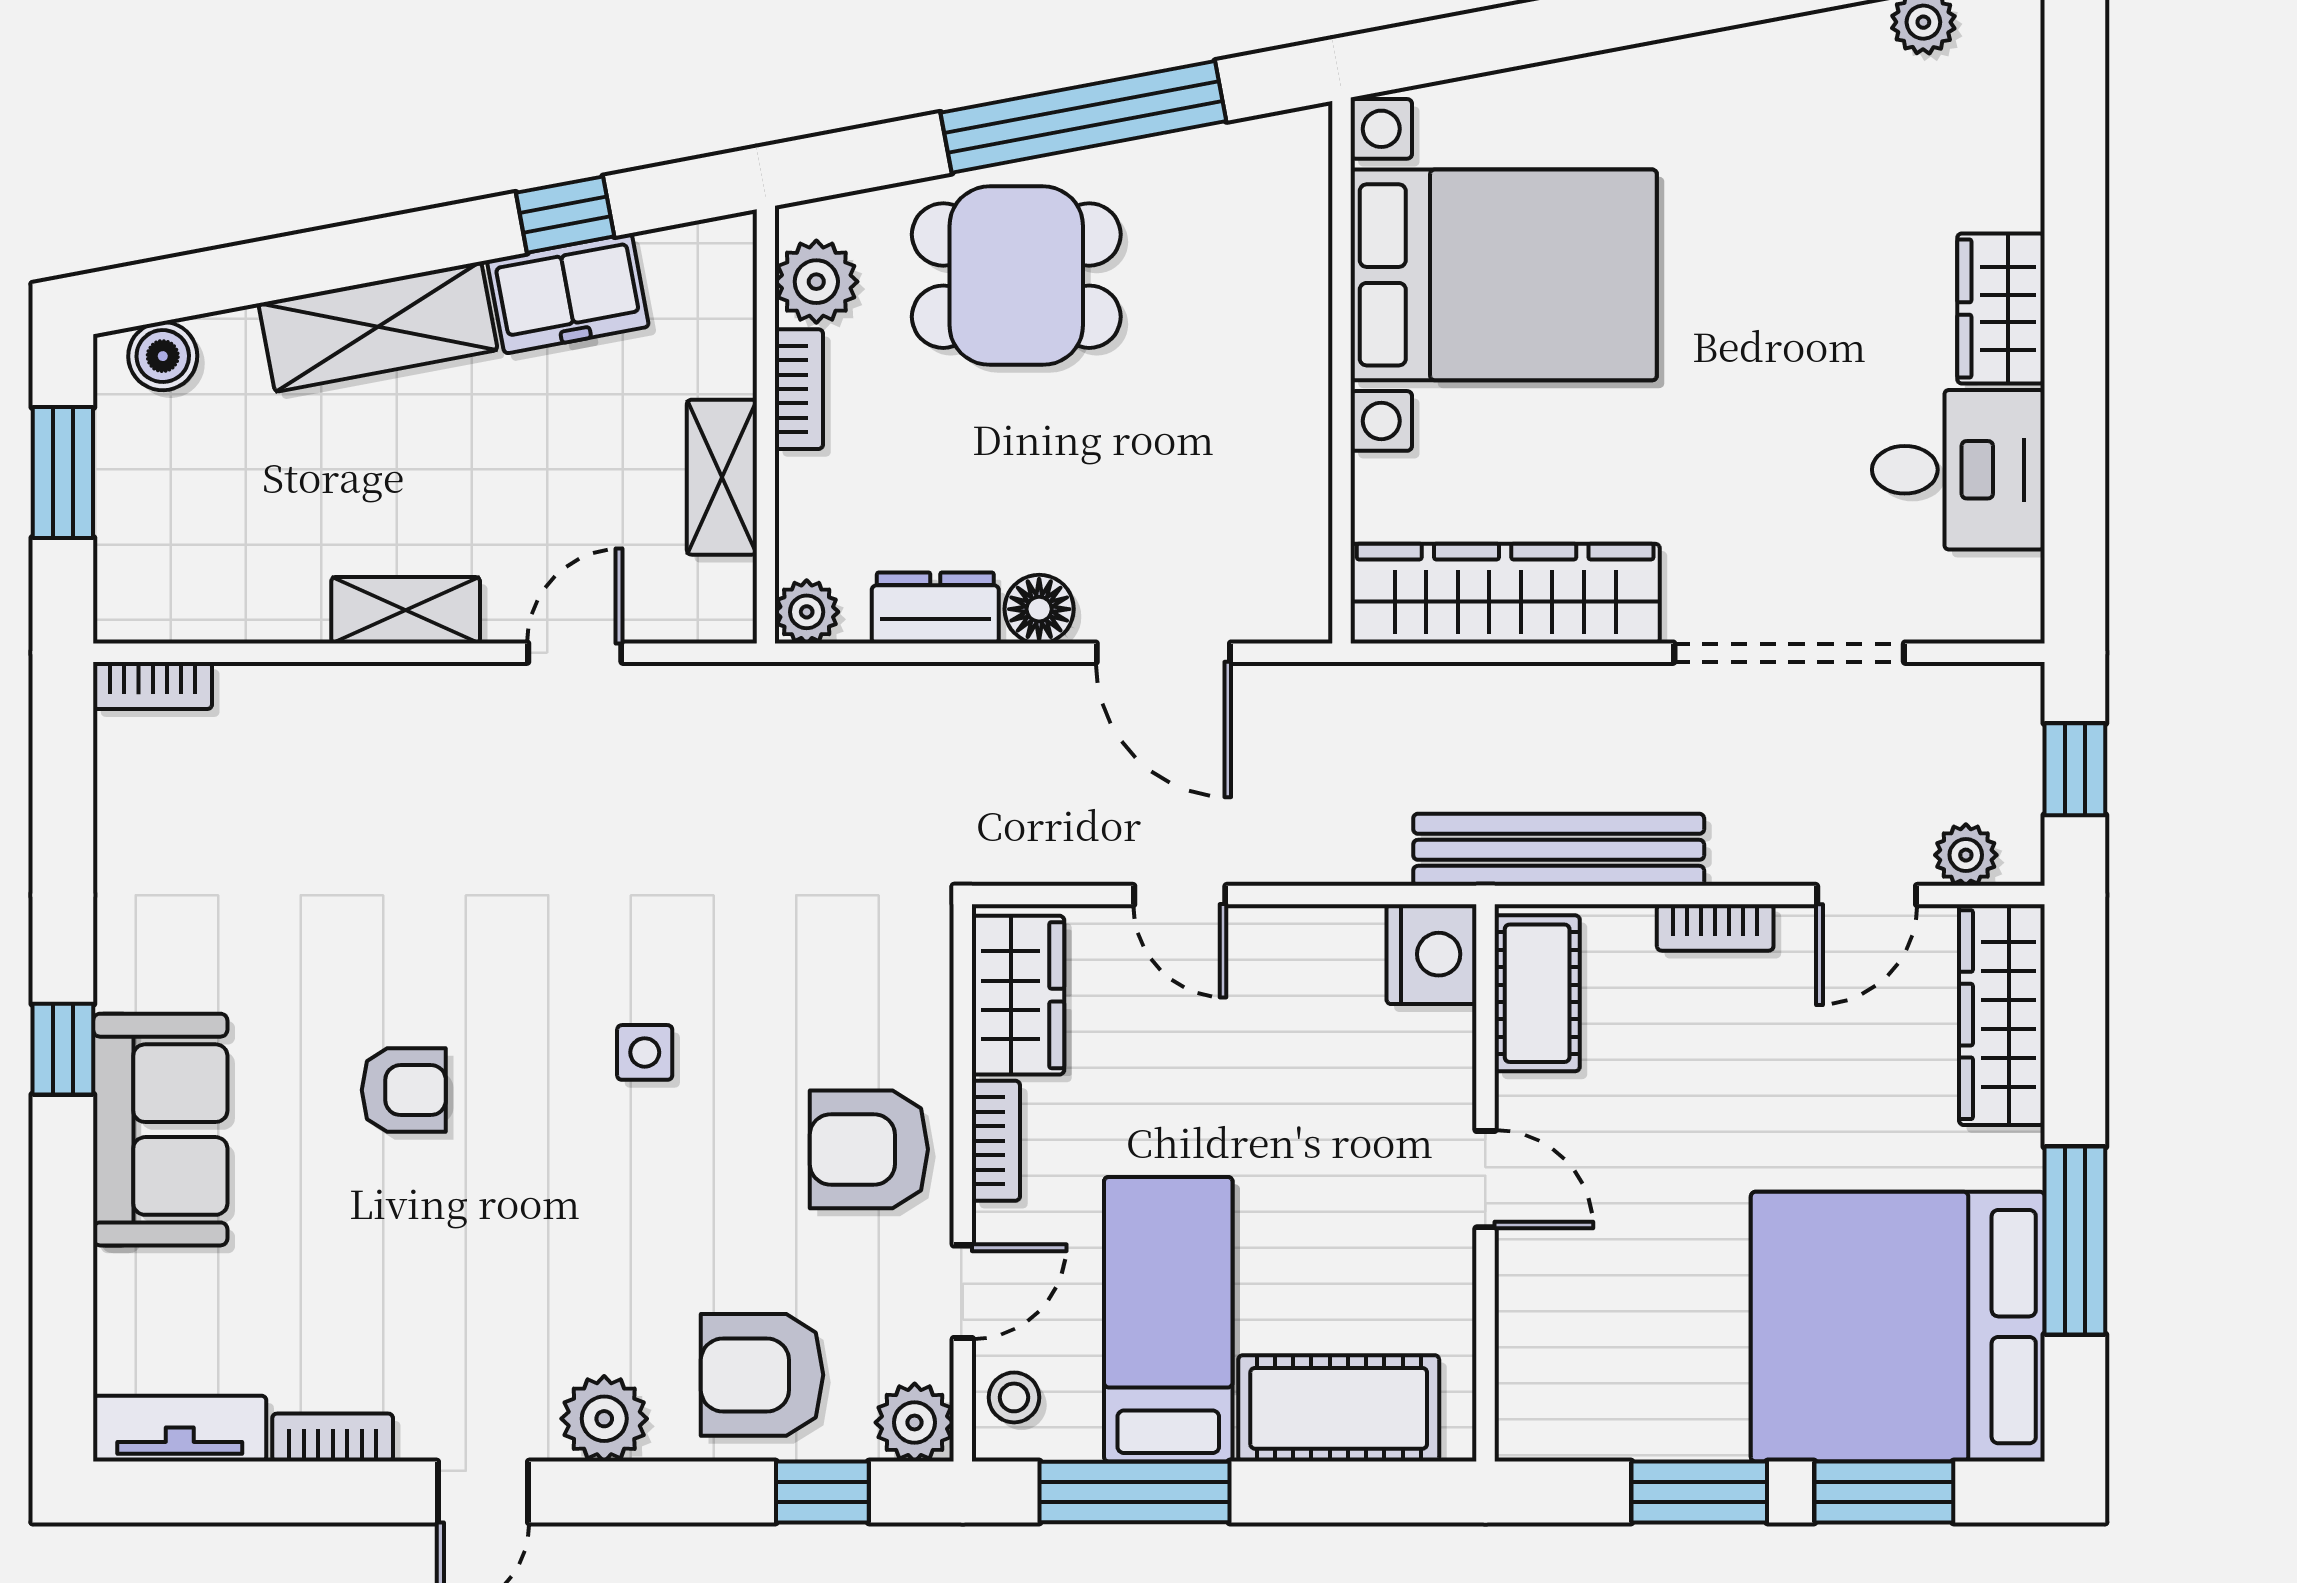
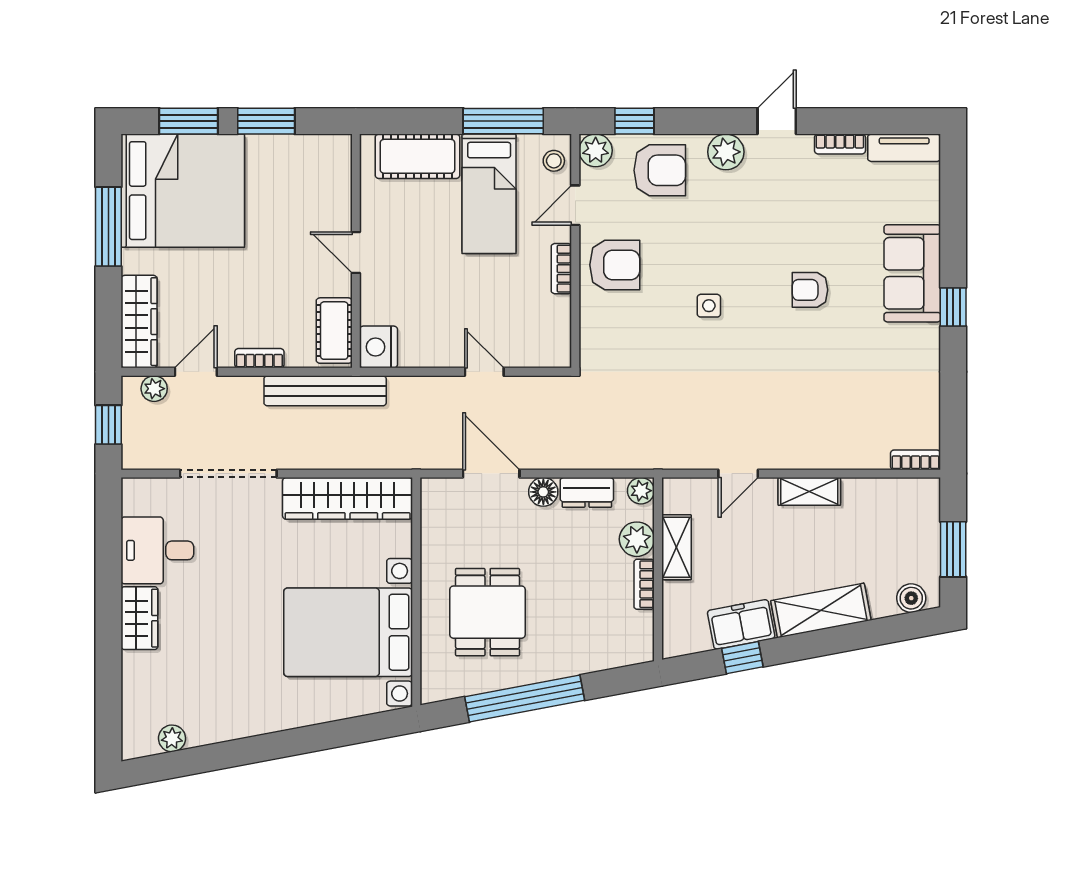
dining table: (1016, 276) -> (488, 612), moved, turned 90
plant: (816, 282) -> (637, 539), moved
wardrobe: (1018, 995) -> (552, 330), removed

